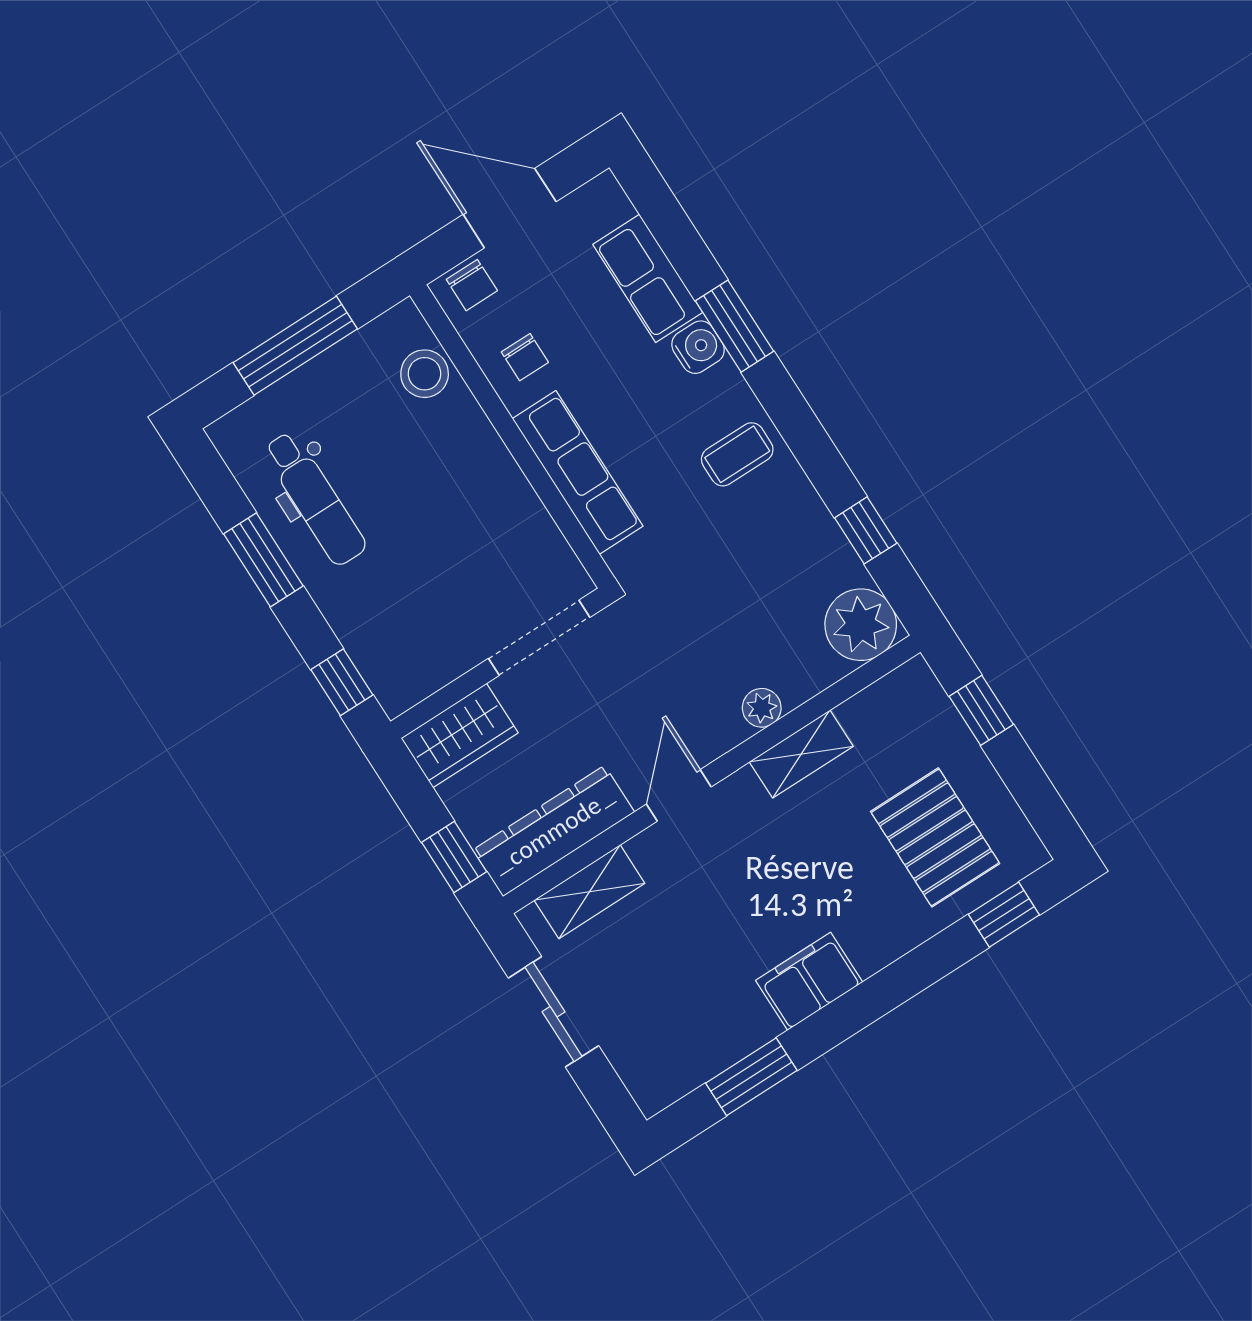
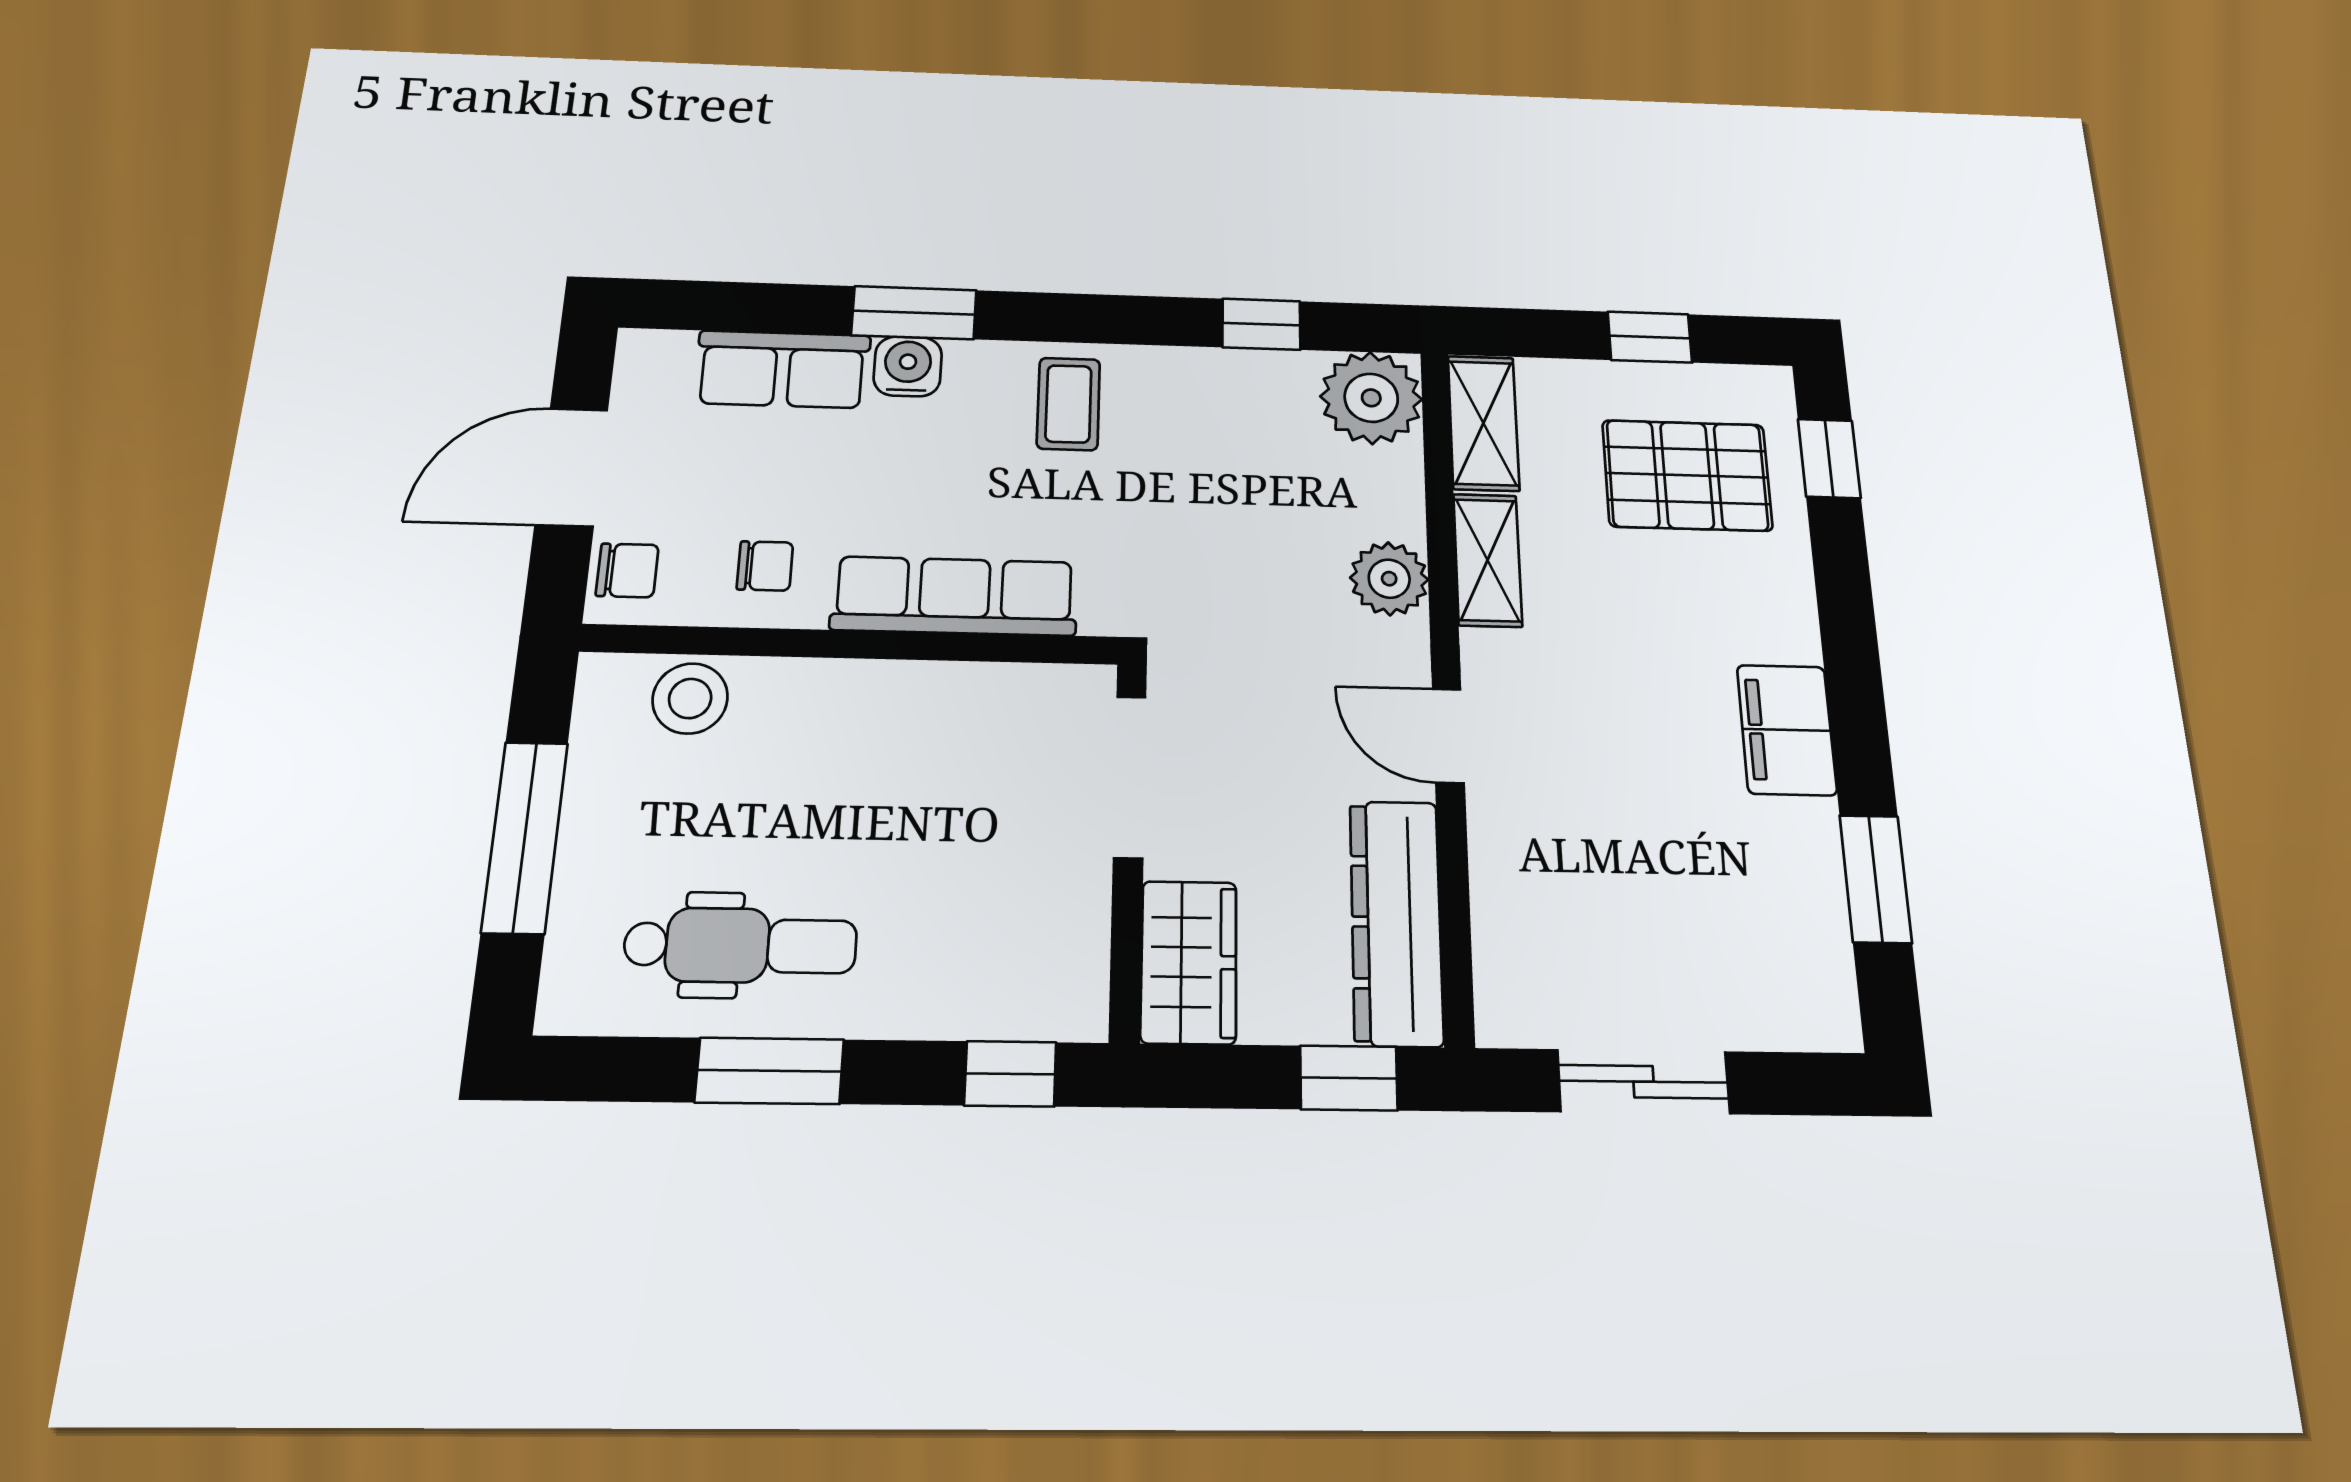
plant: (762, 708) -> (1389, 579), width x1.38, depth x1.38
window: (981, 710) -> (1650, 337), moved
shelving: (589, 892) -> (1483, 423), moved

